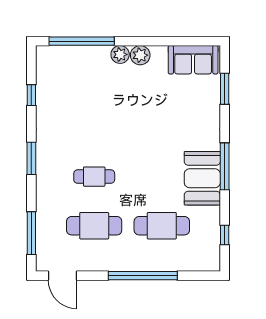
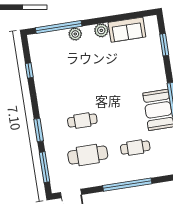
plant: (120, 54) -> (75, 34), moved
sofa: (193, 60) -> (127, 30), moved
window: (31, 158) -> (39, 130), moved
cafe table: (162, 226) -> (135, 148), width x0.73, depth x0.74

